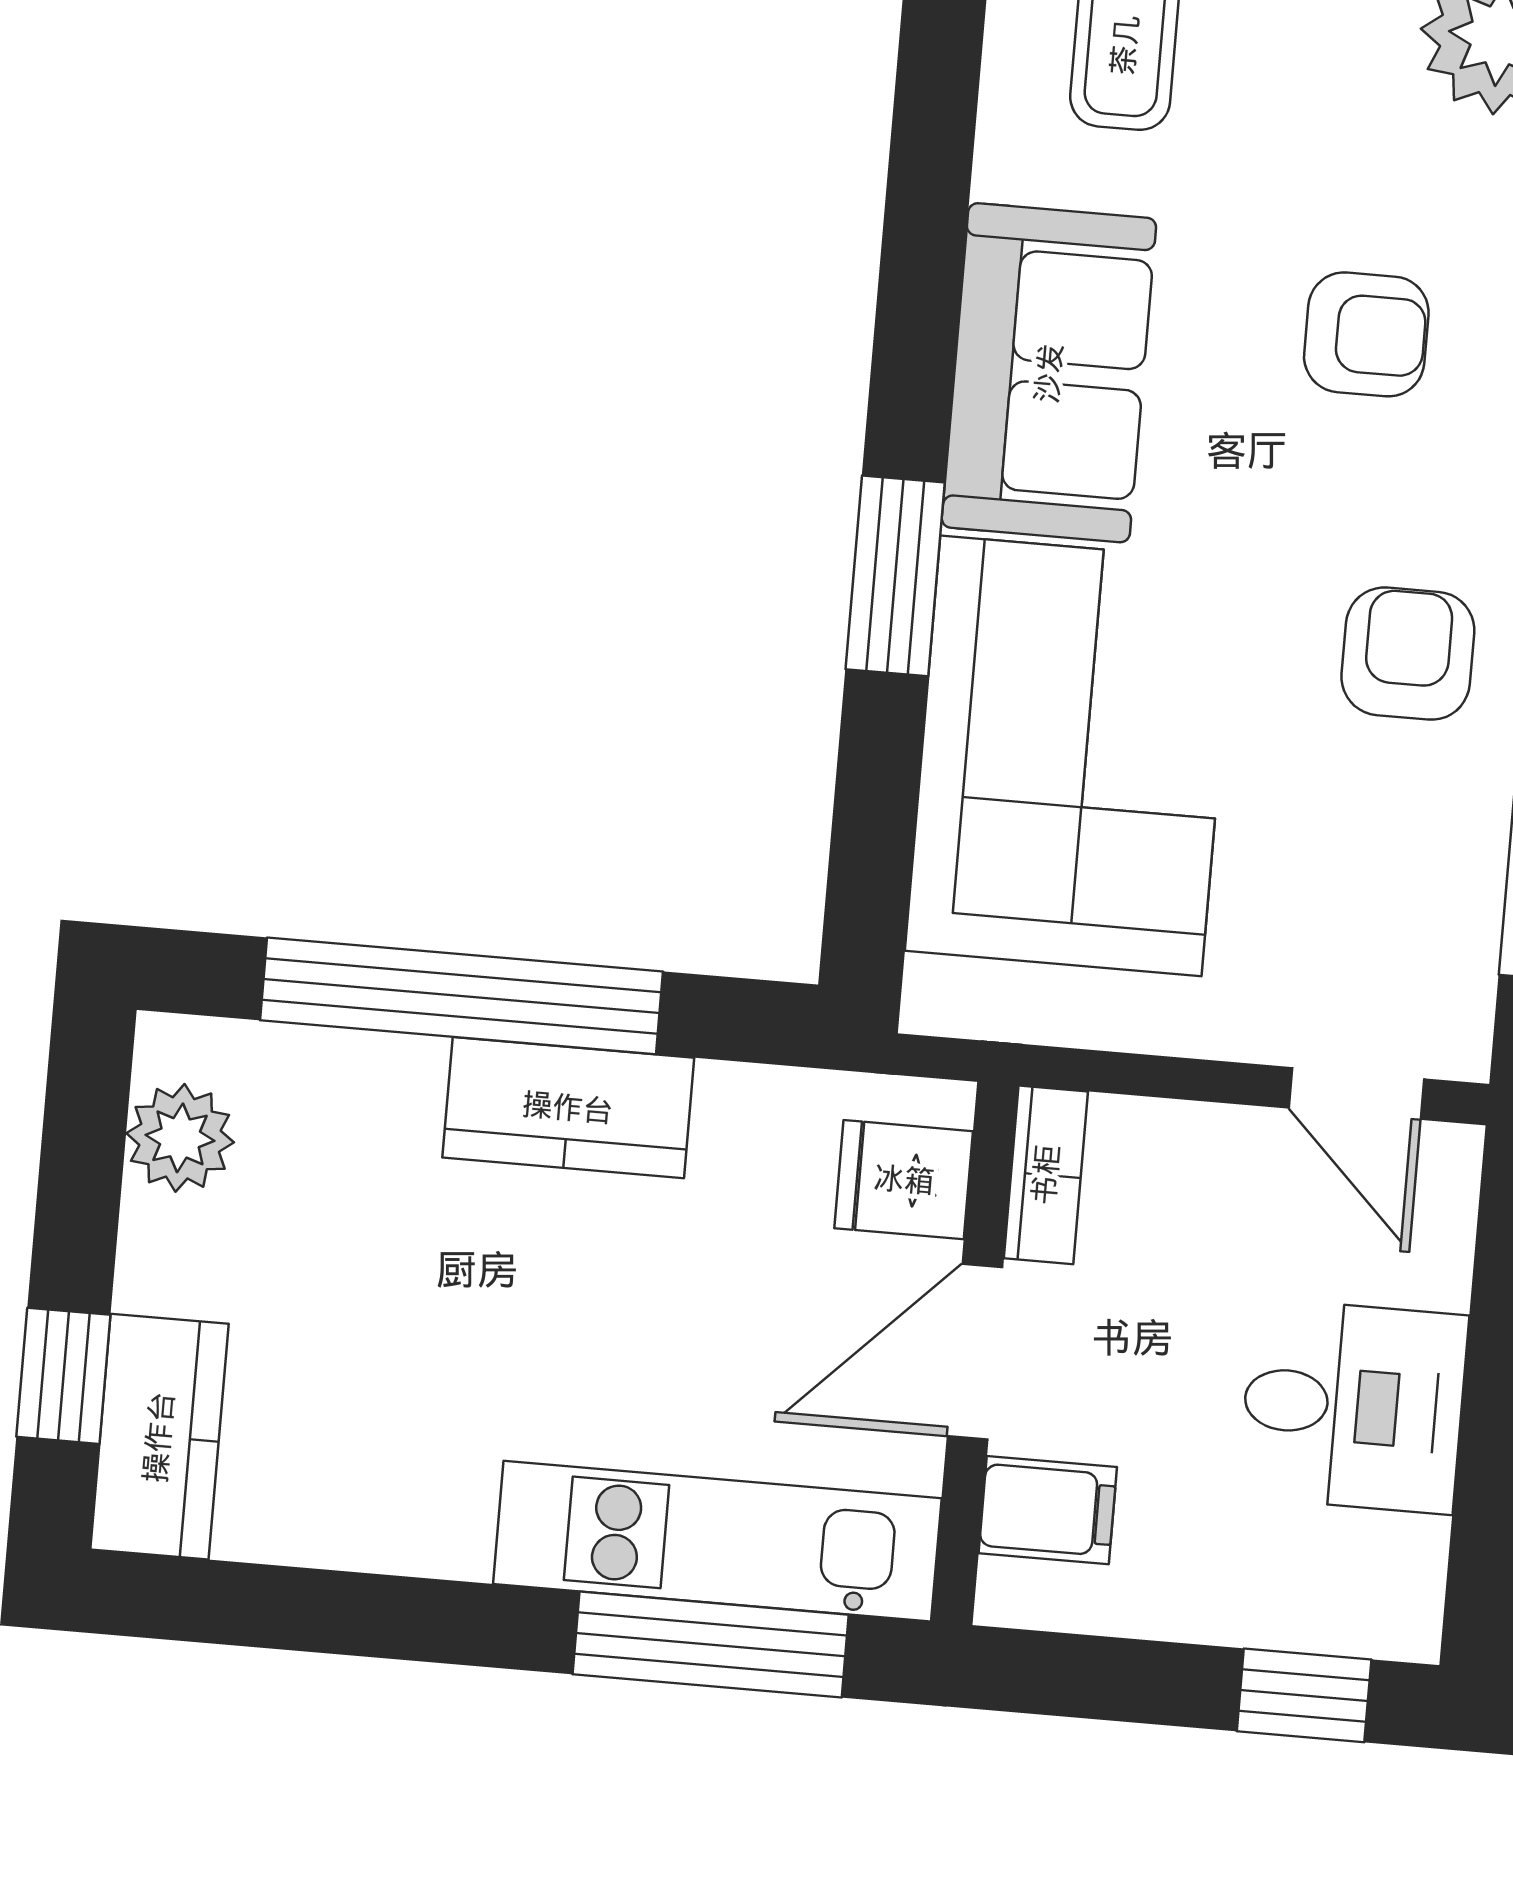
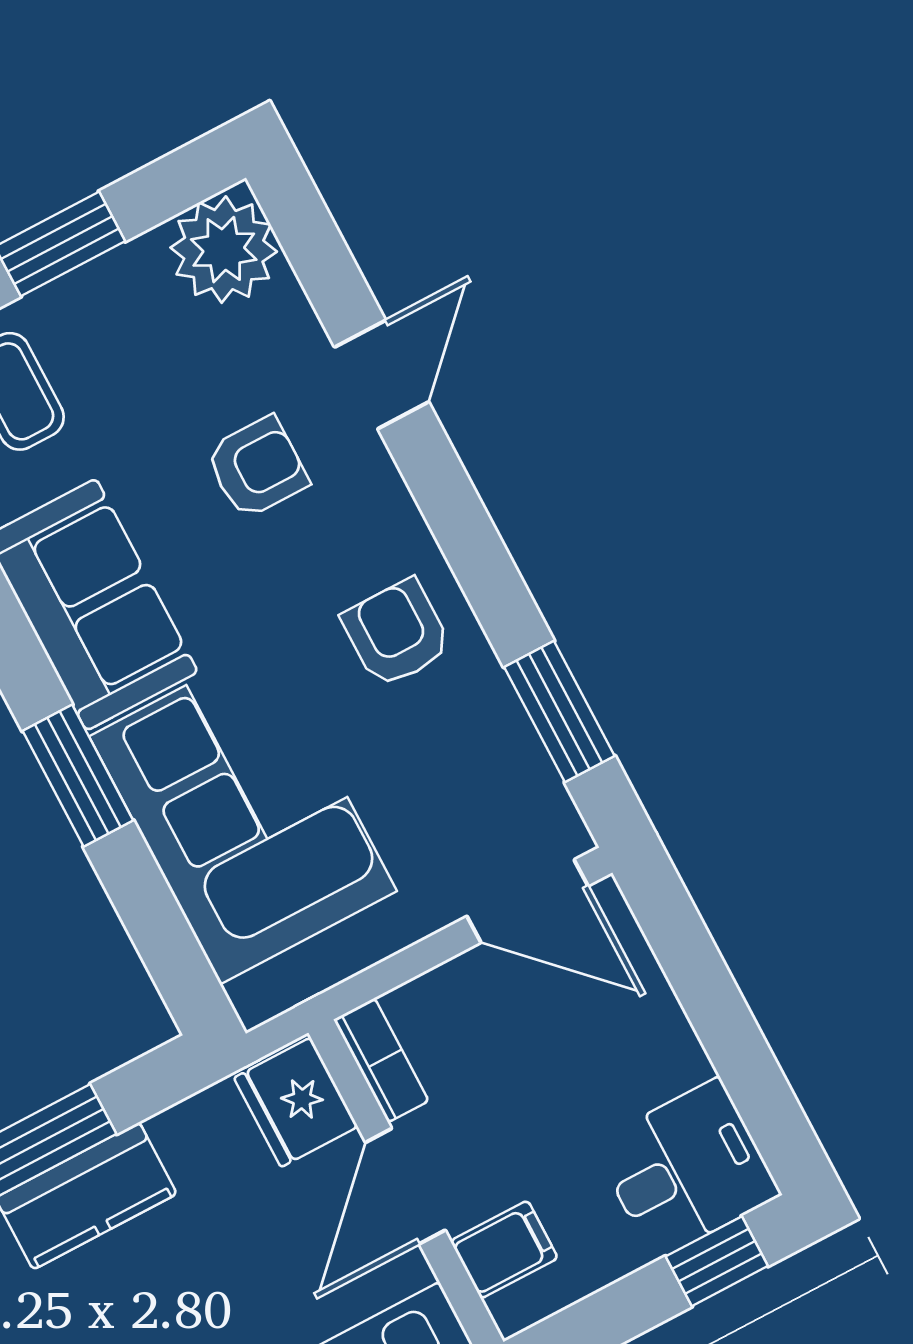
door: (1356, 1094) -> (528, 901), width x1.38
fridge: (904, 1180) -> (296, 1102), width x1.38
desk: (1353, 1406) -> (687, 1169), moved

